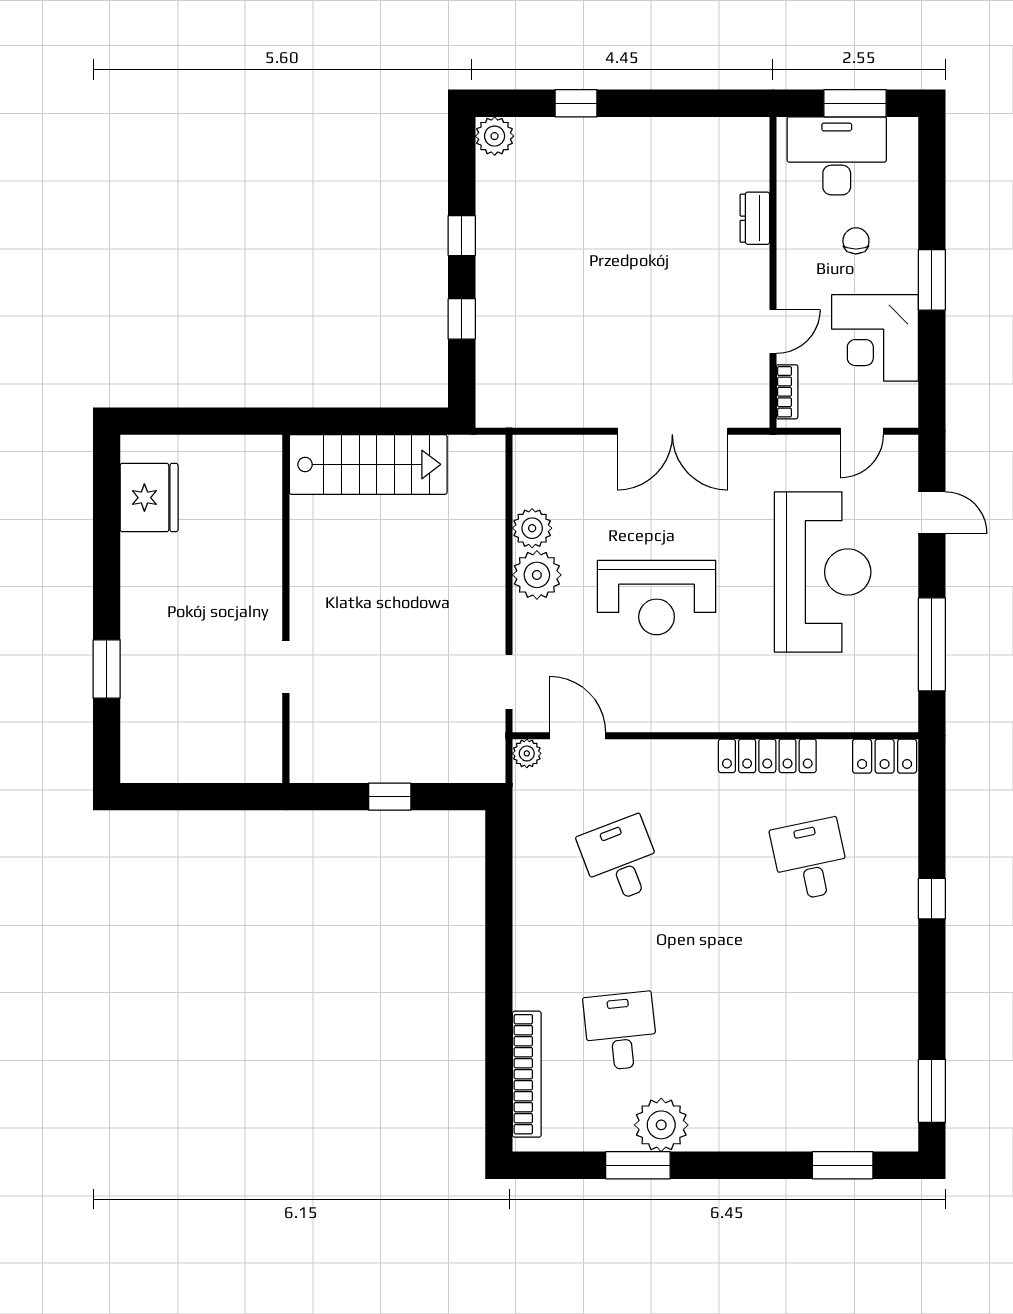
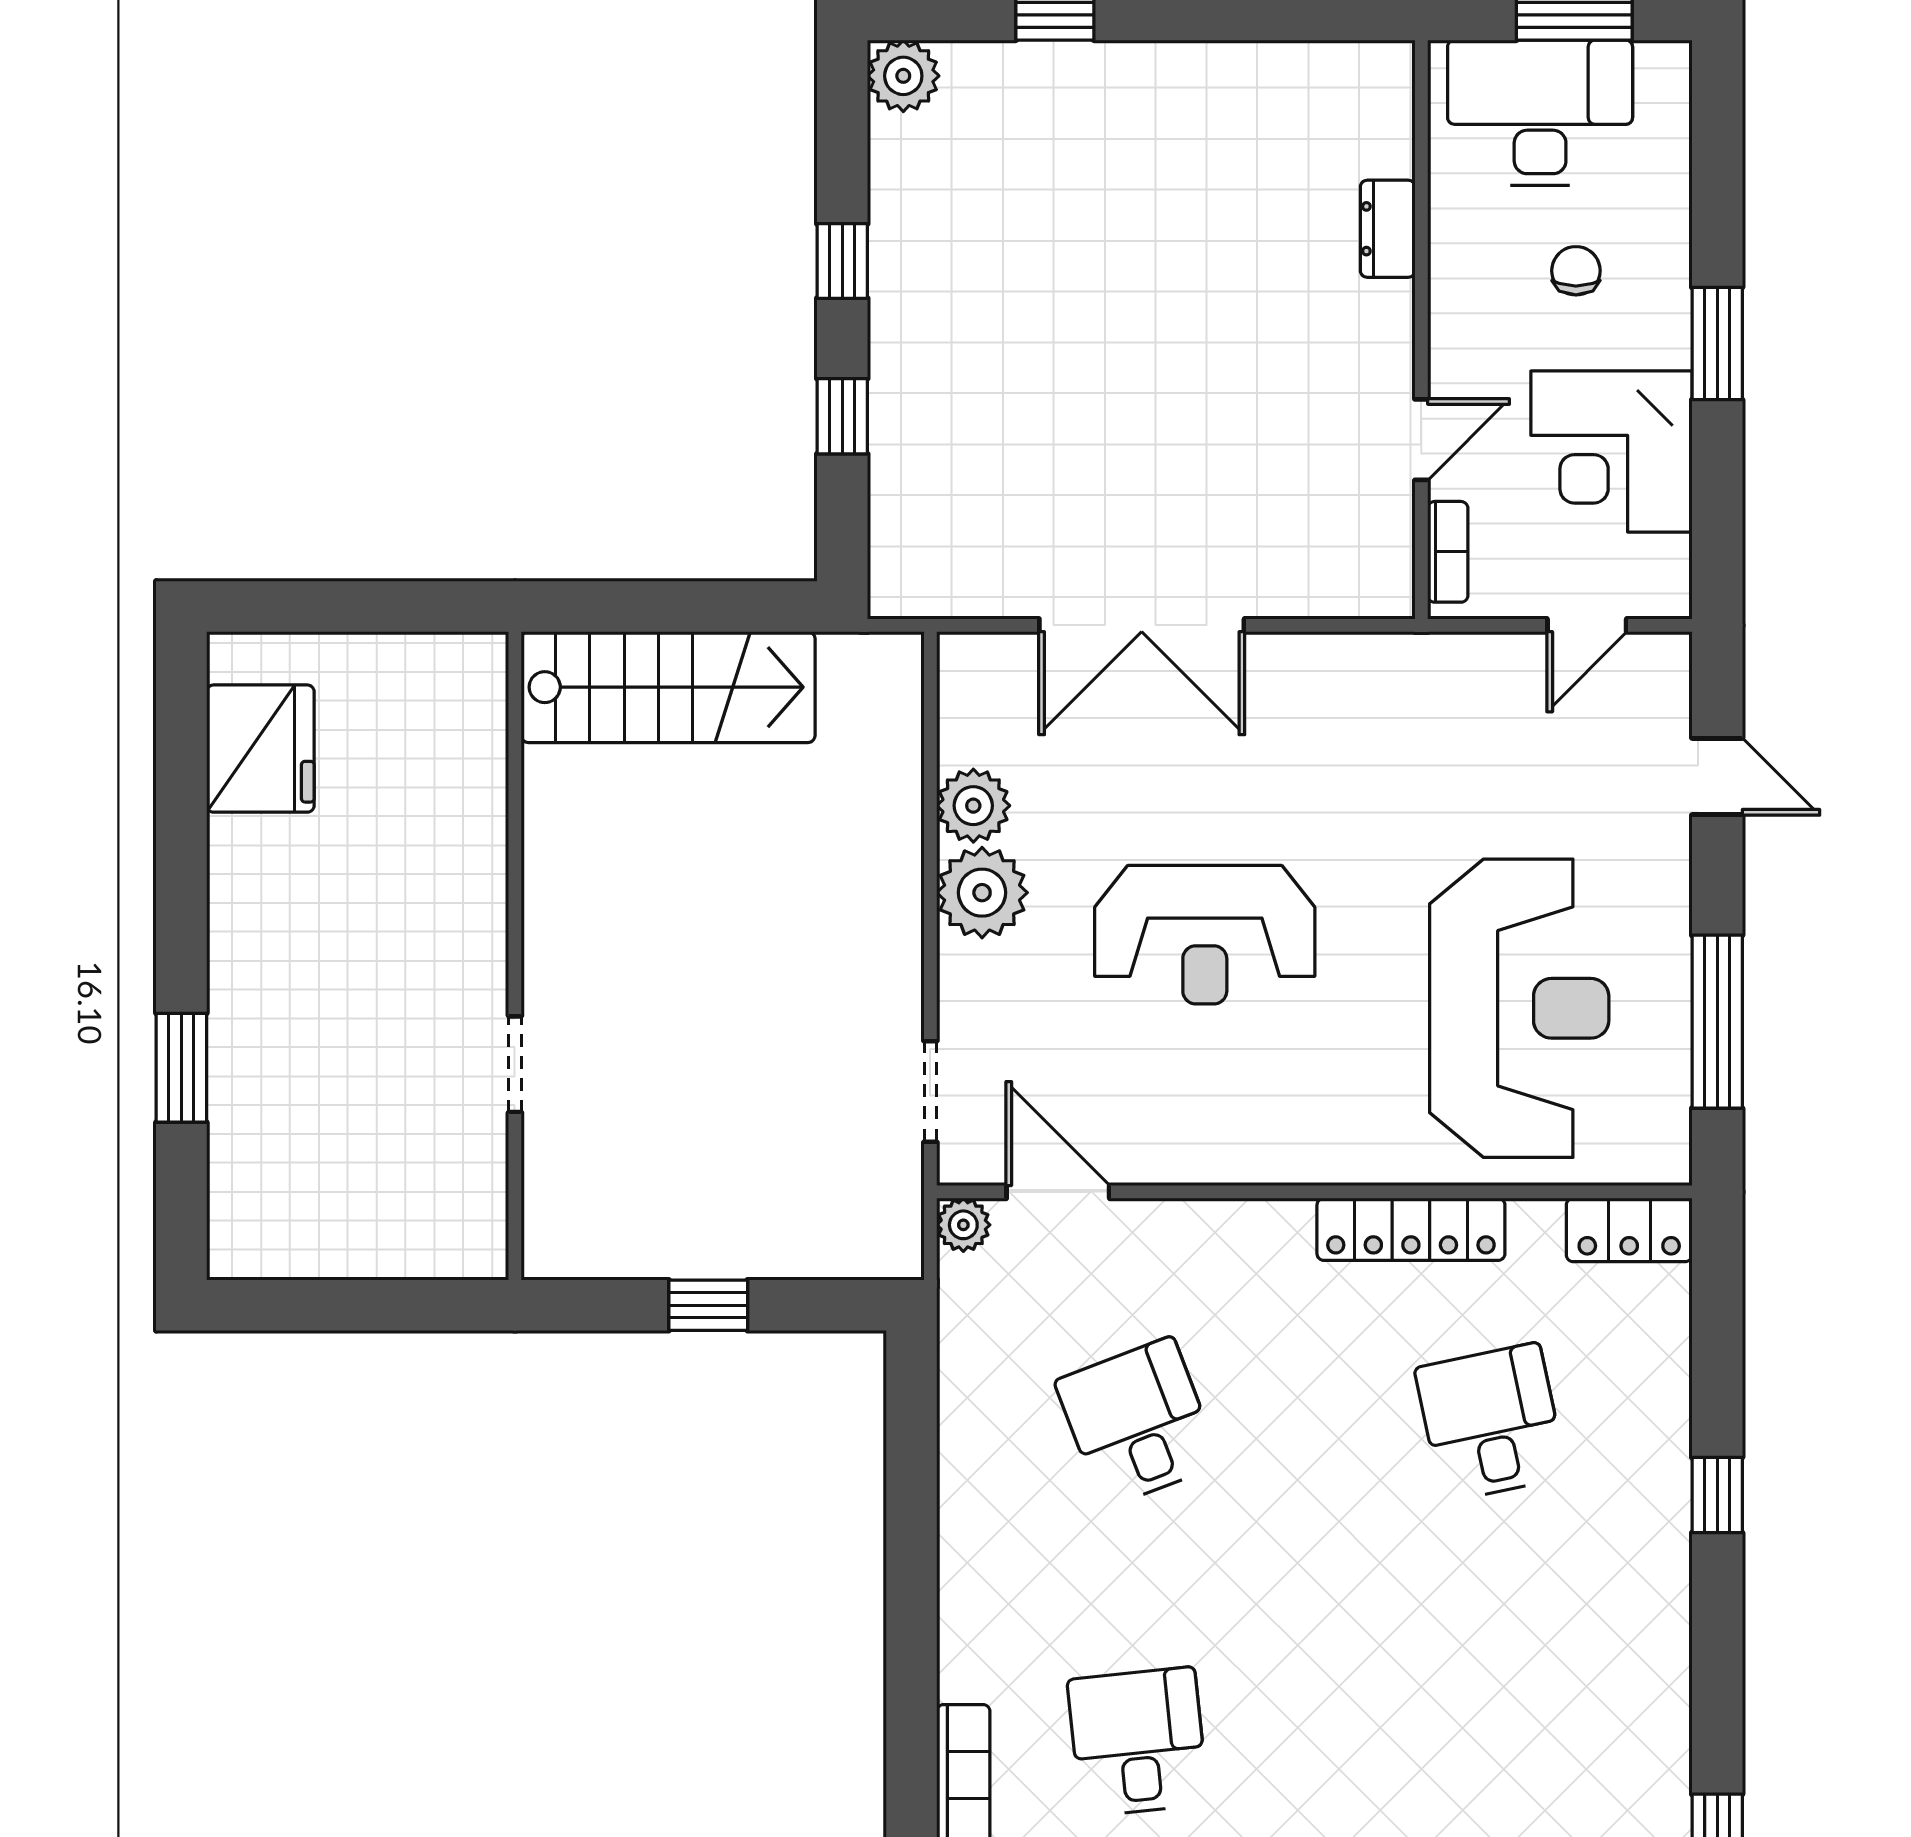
double door: (672, 431) -> (1142, 625), moved
reception desk: (823, 572) -> (1519, 1008), moved

